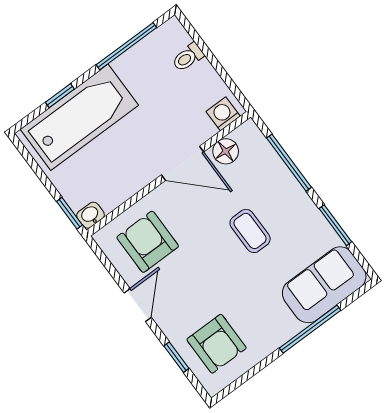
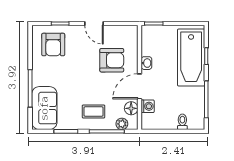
washing machine: (223, 114) -> (148, 106), moved
plant: (260, 148) -> (122, 124), added
washbasin: (91, 215) -> (146, 63), moved
coffee table: (250, 231) -> (94, 111), moved
armchair: (148, 242) -> (112, 60), moved
armchair: (217, 344) -> (53, 45), turned -90

